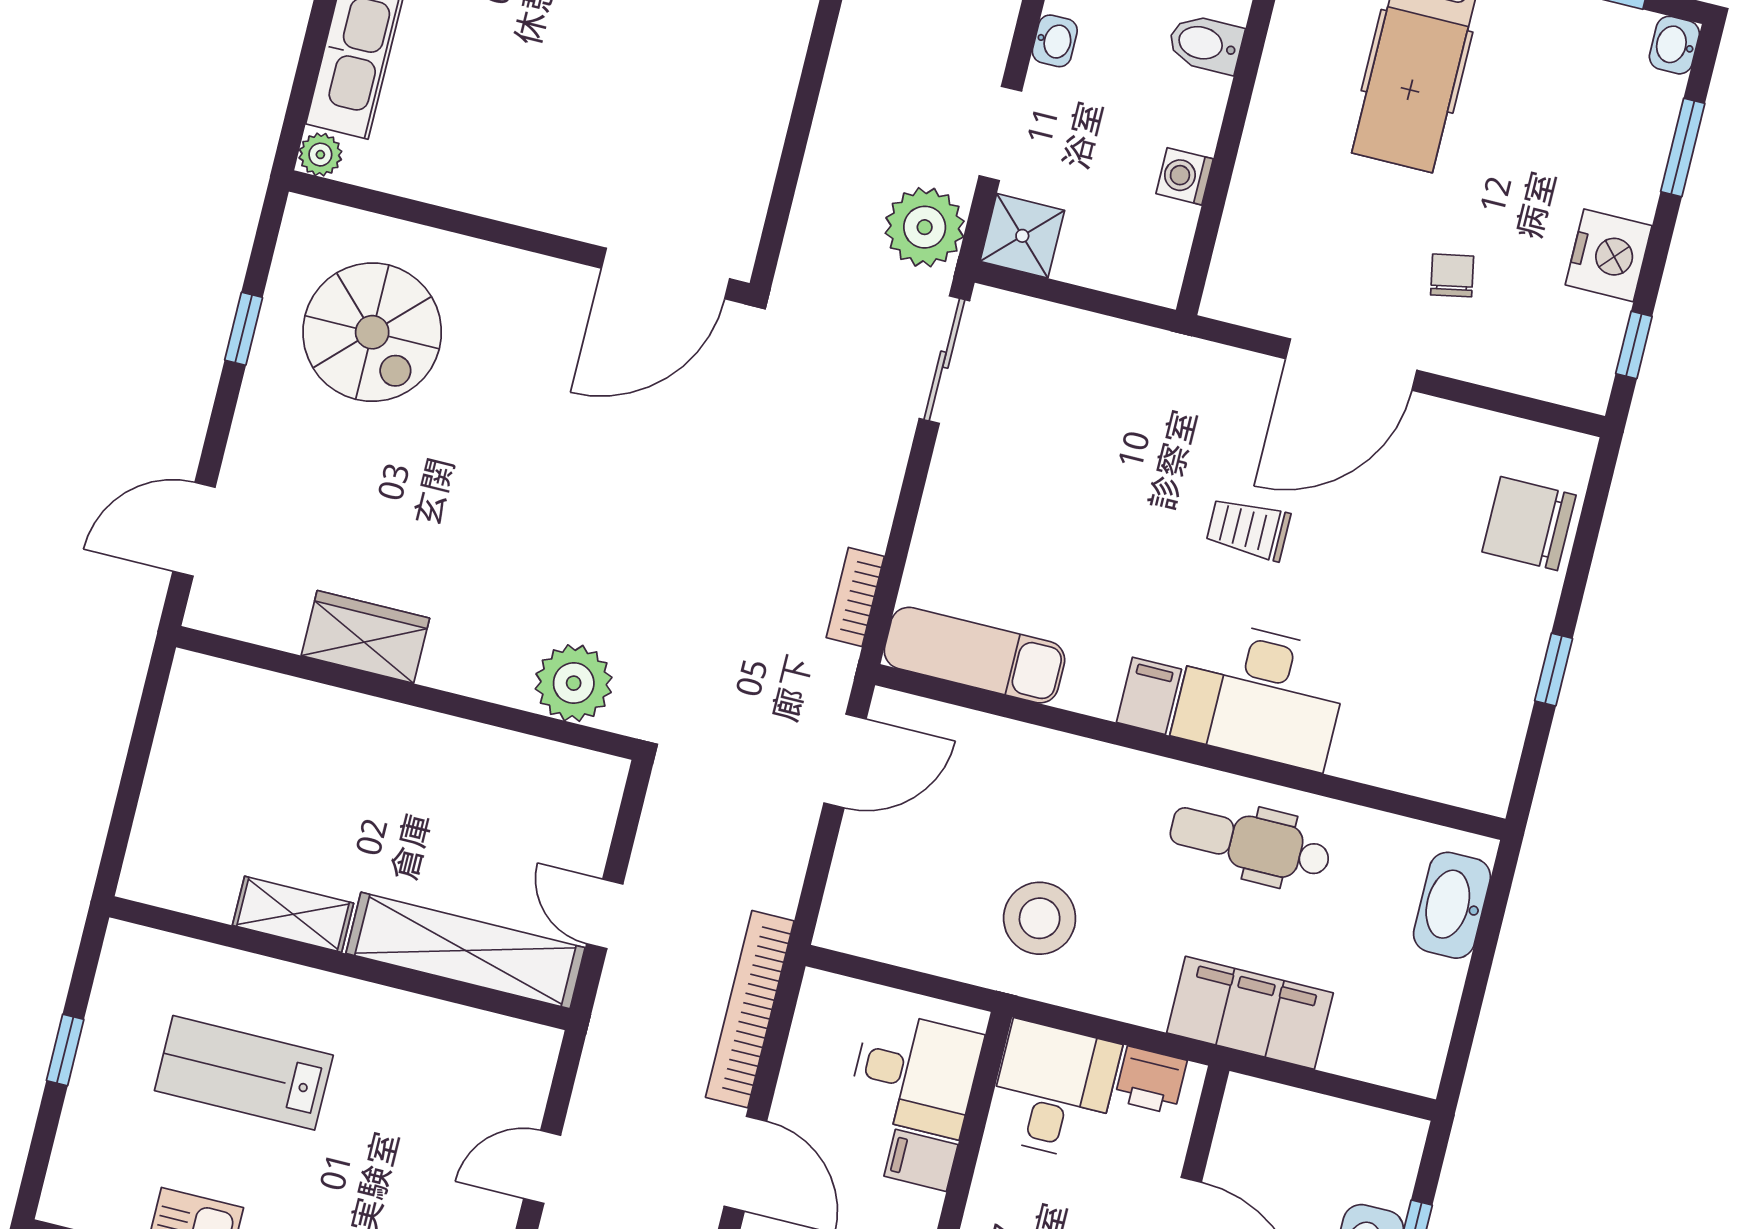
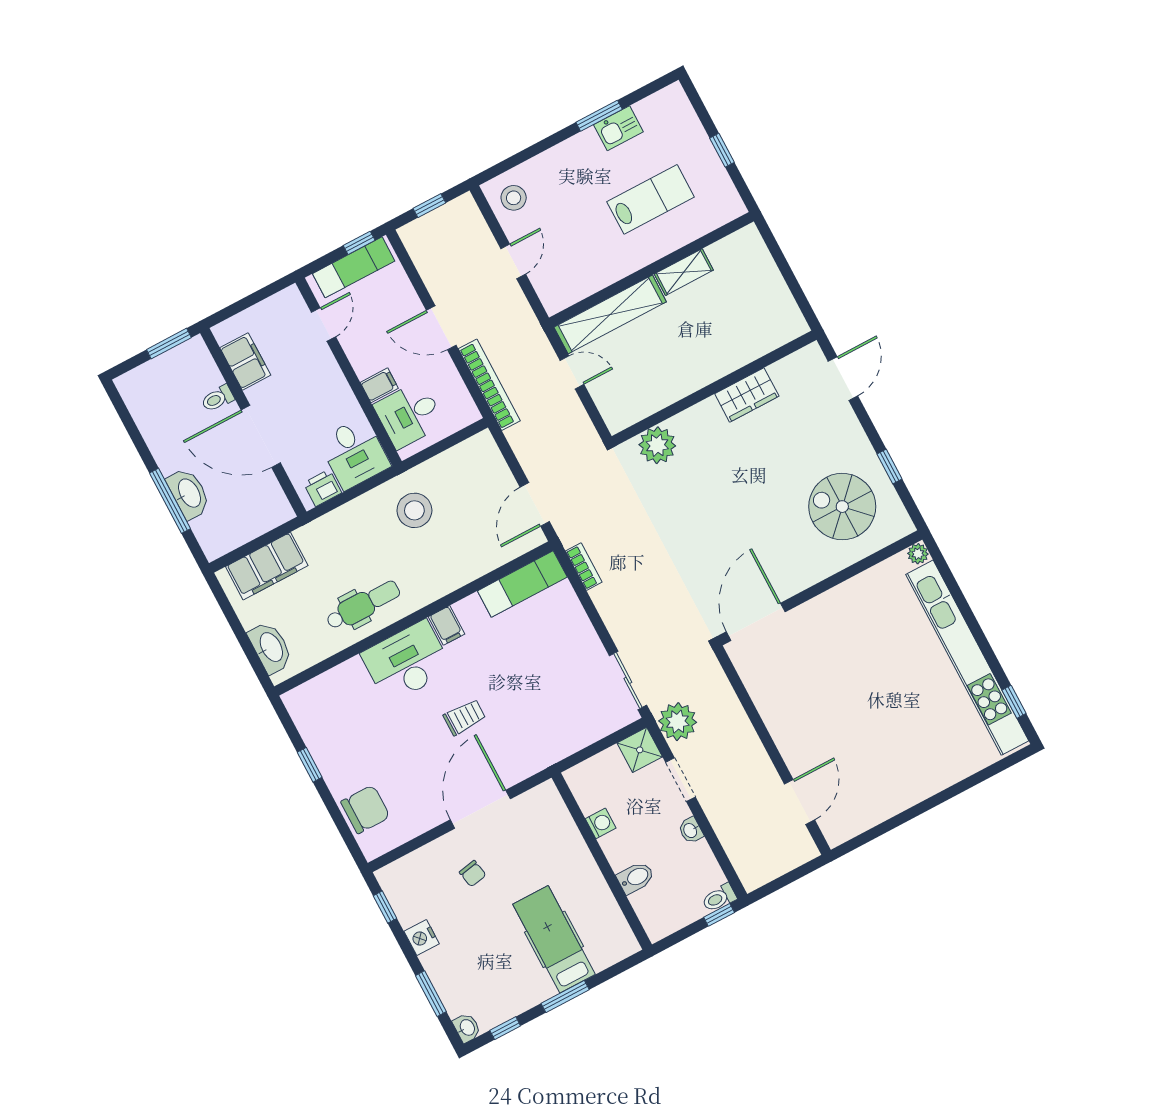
nightstand: (1609, 255) -> (422, 938), width x0.74, depth x0.75
filing cabinet: (1250, 1013) -> (267, 566), moved

